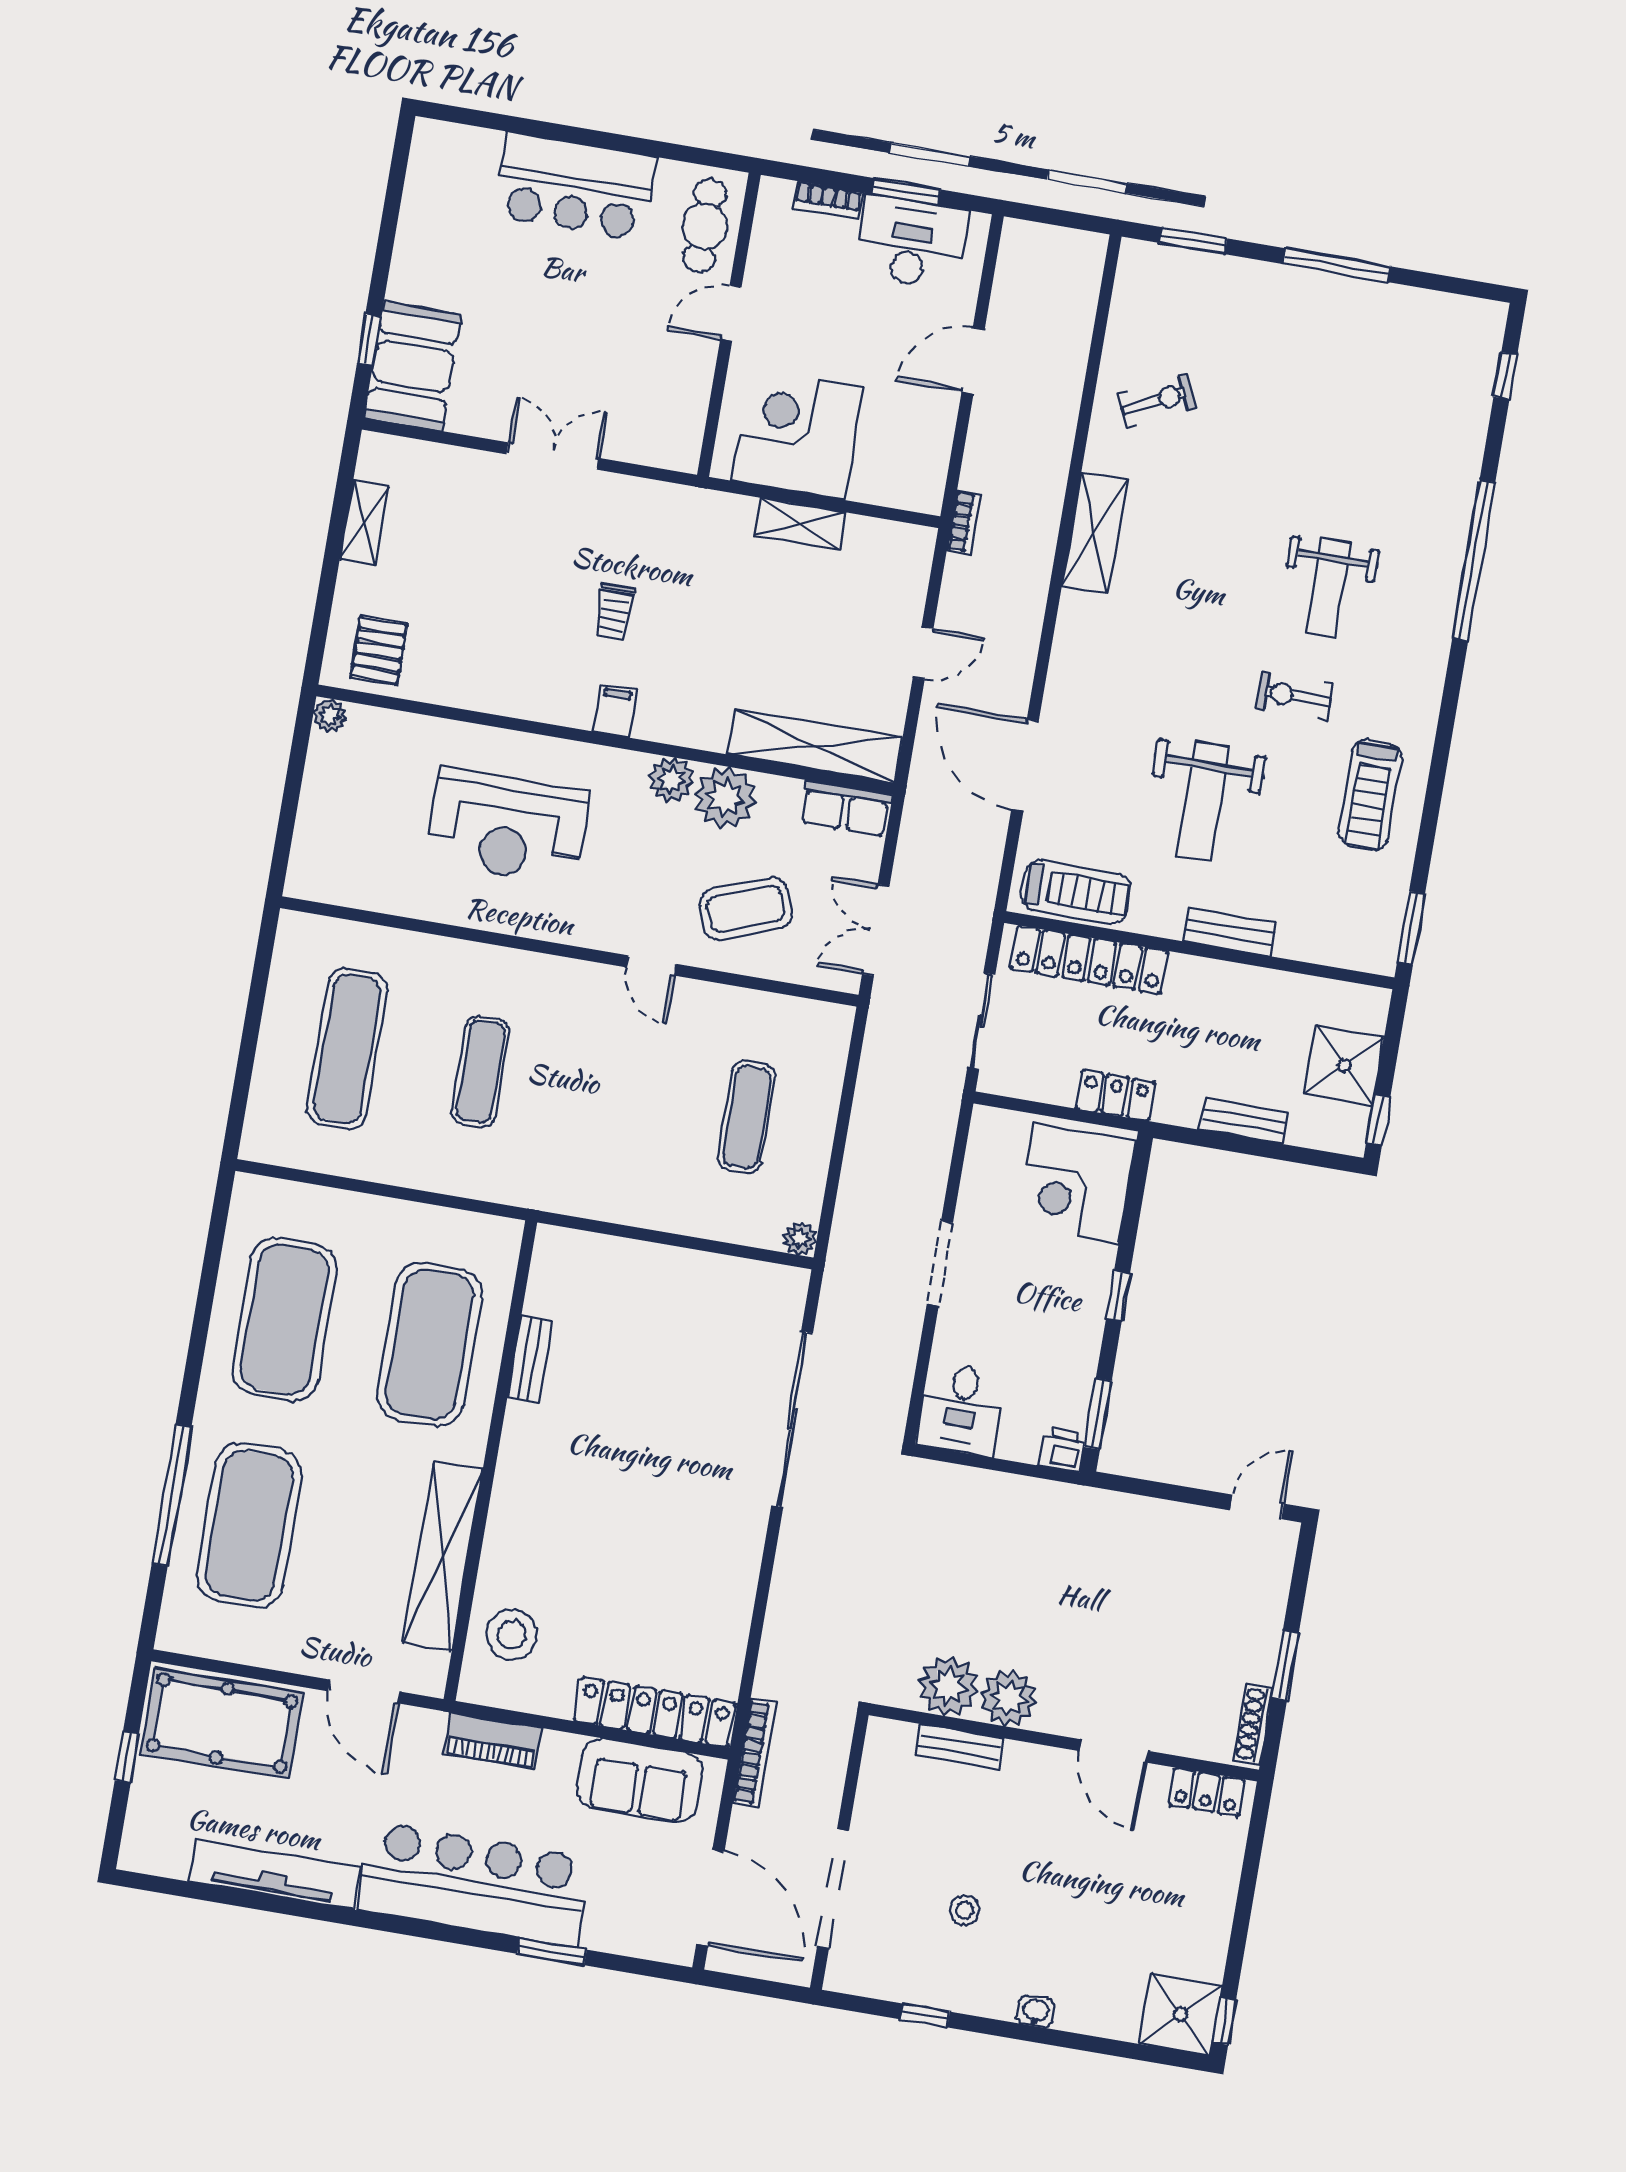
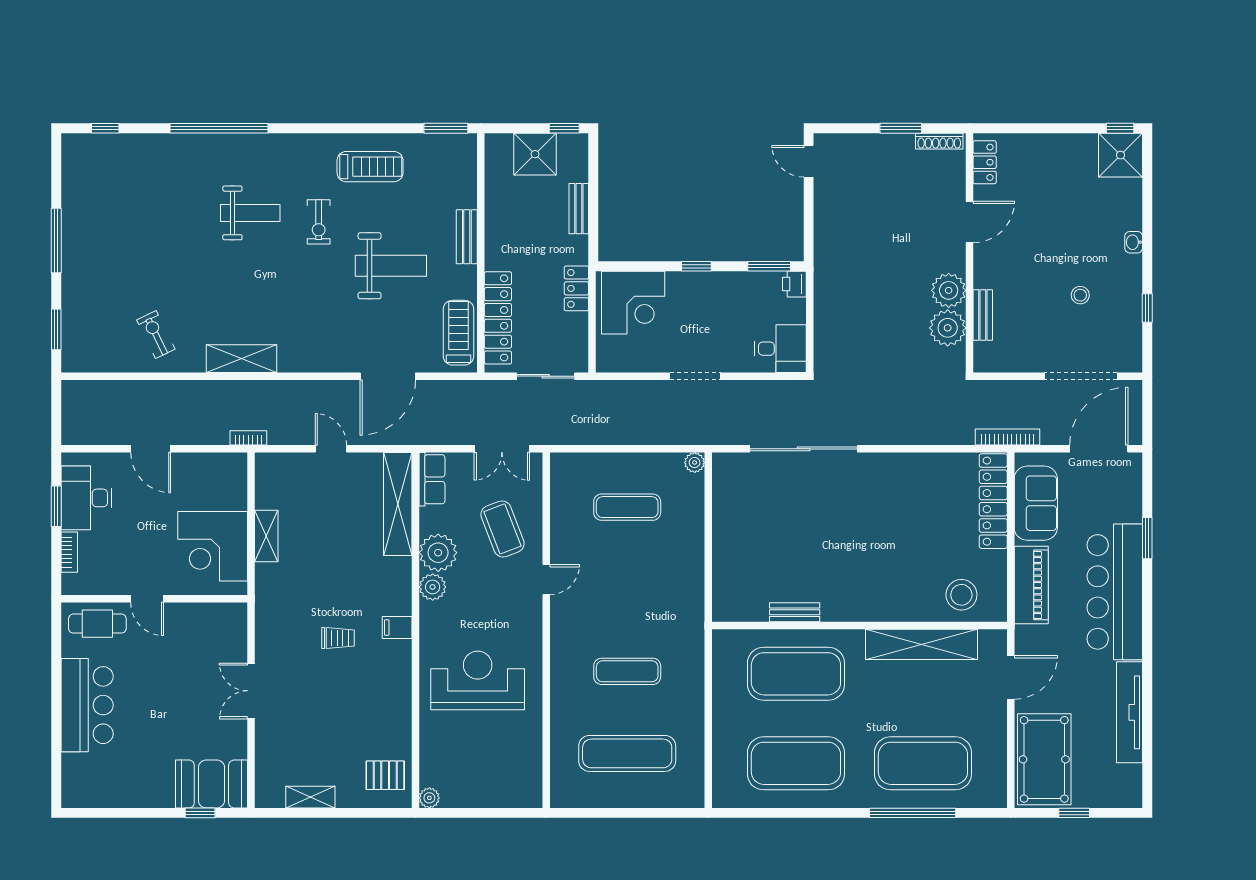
reception desk: (507, 826) -> (478, 680), turned -90
piano: (493, 1741) -> (1031, 585), width x1.37, depth x1.33

